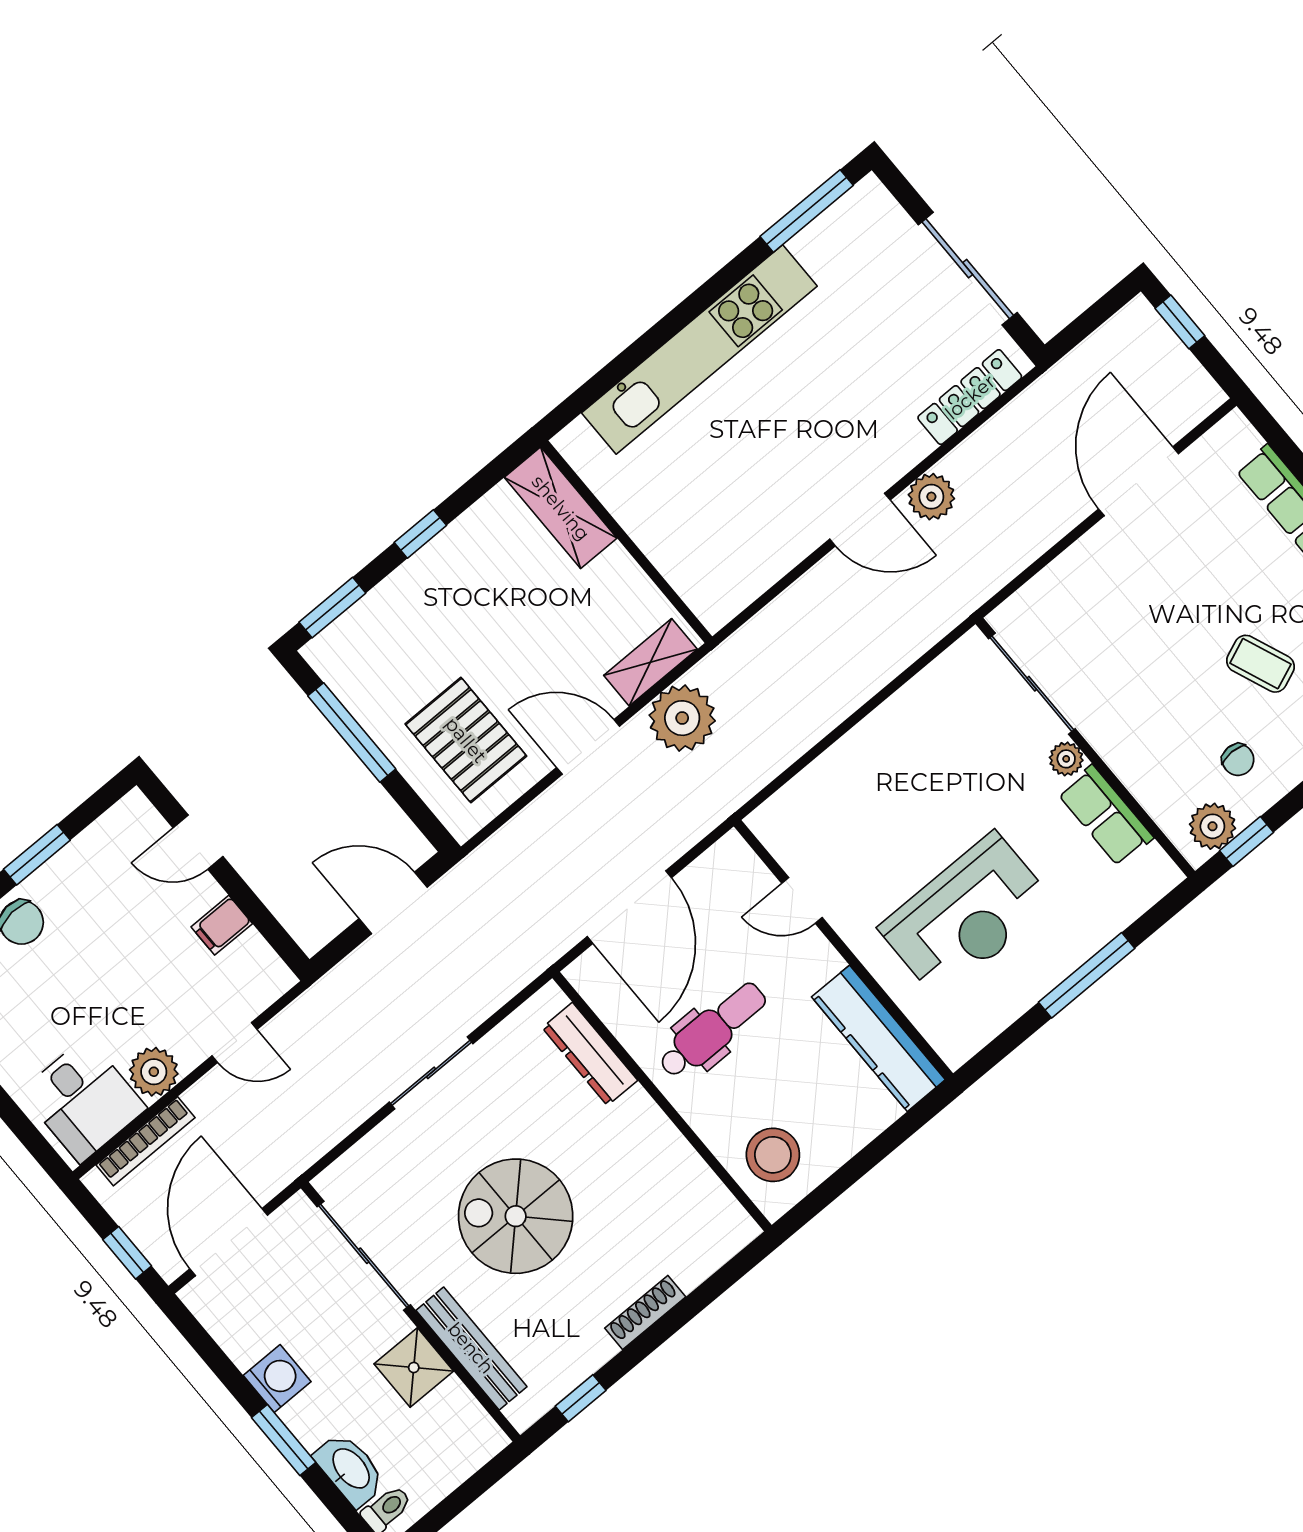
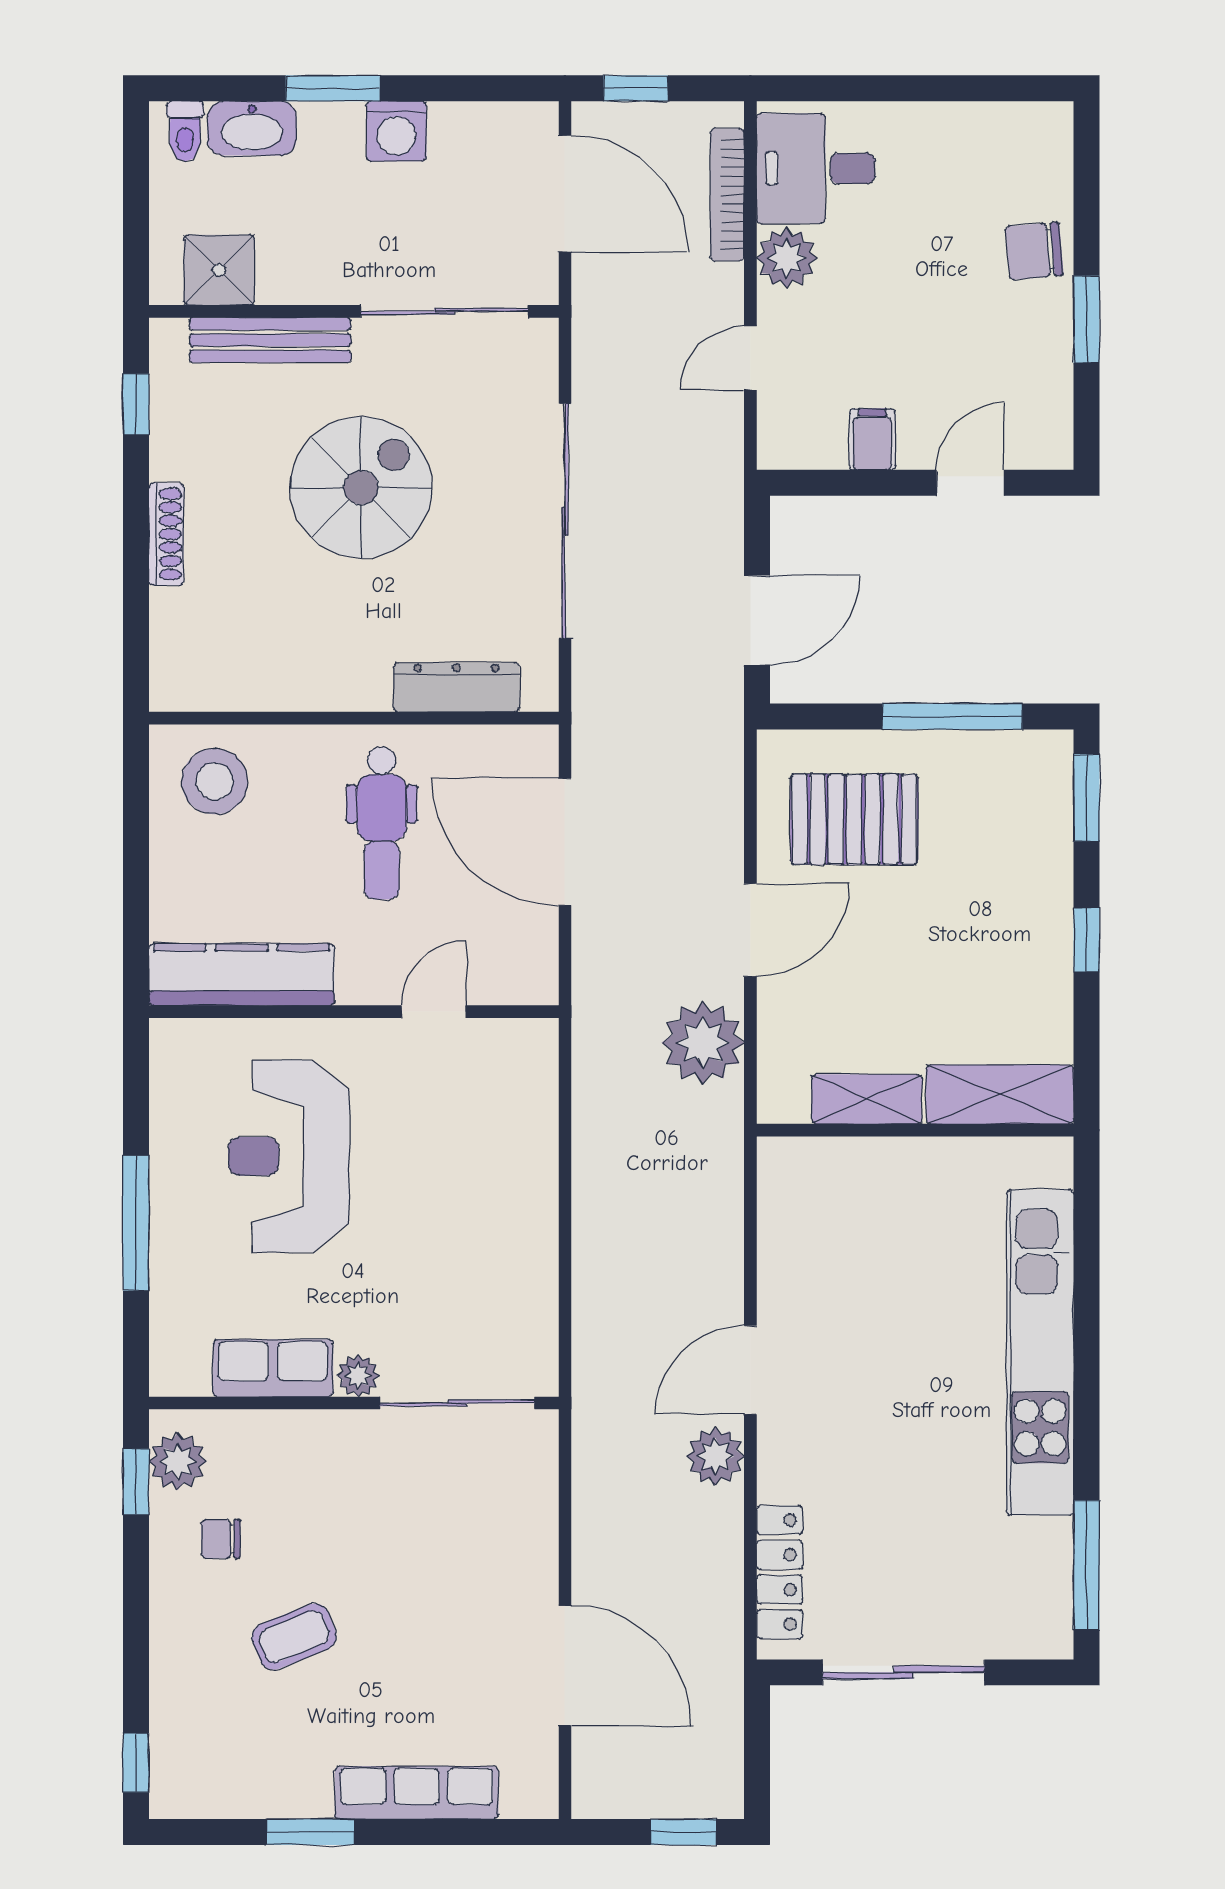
shelving: (650, 662) -> (867, 1099), moved, turned 90
sliding door: (431, 1073) -> (565, 521), width x1.86
shower: (414, 1367) -> (219, 270), moved

